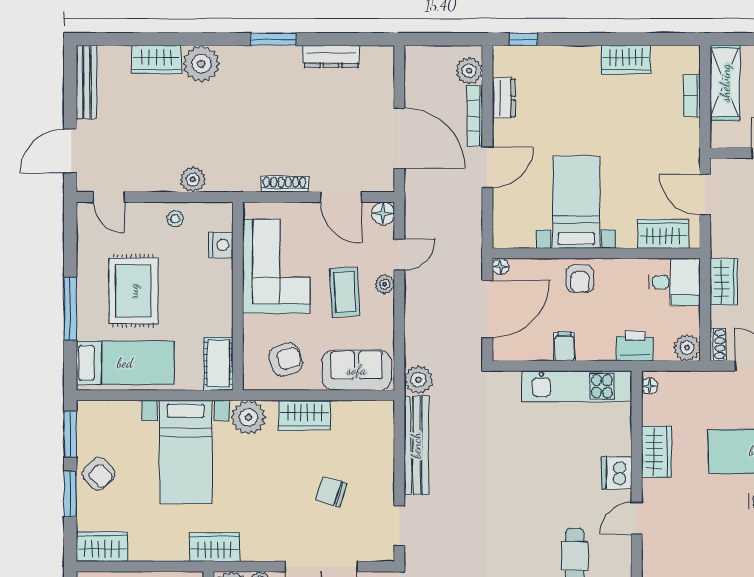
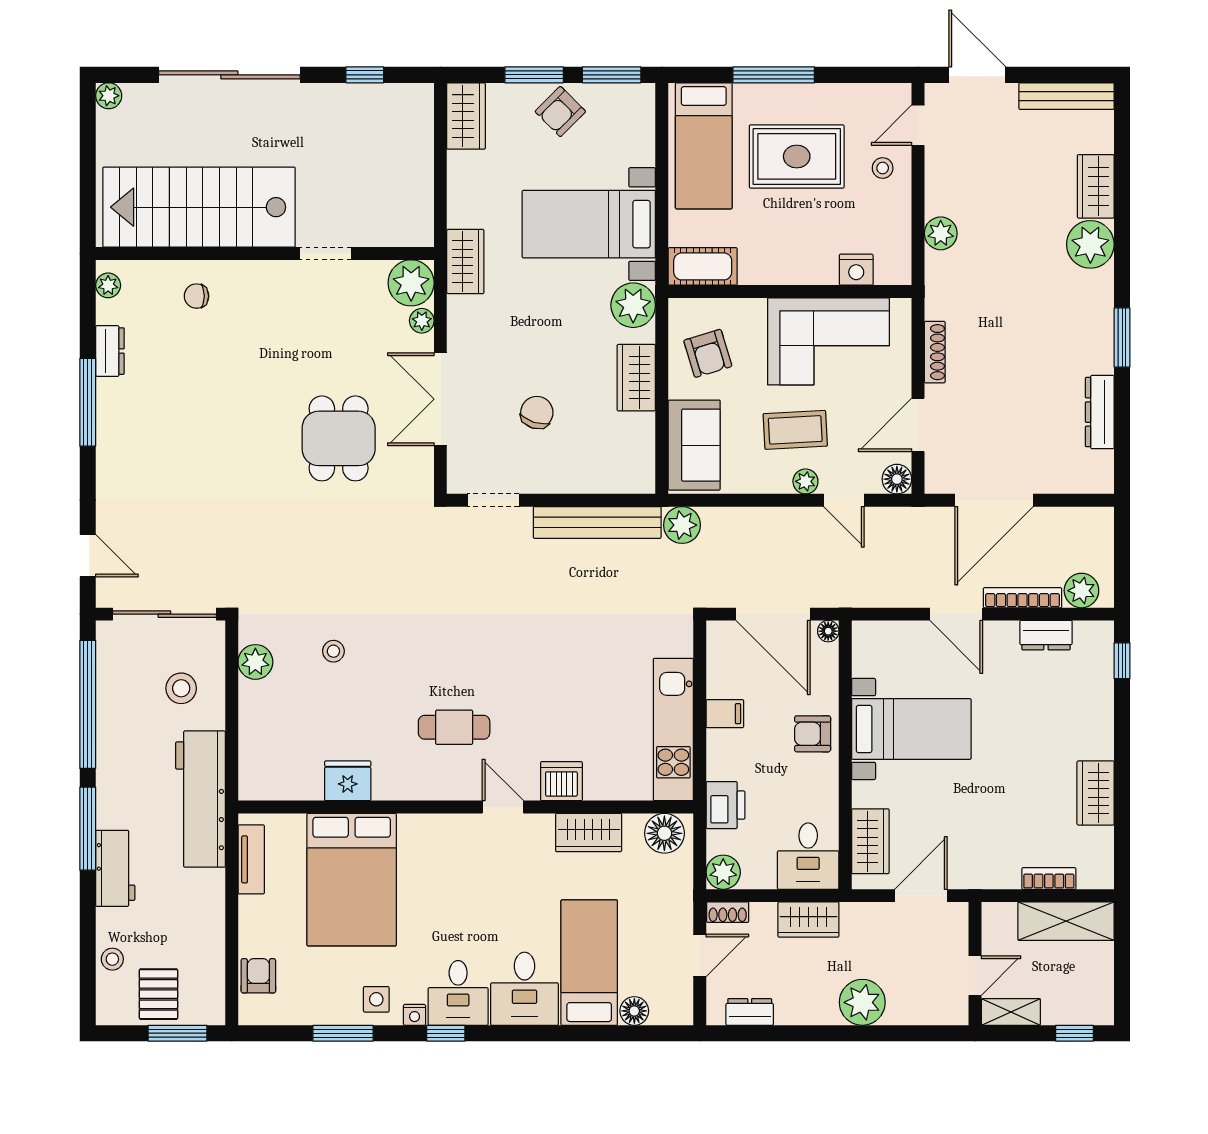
stool: (175, 219) -> (883, 168), moved
floor lamp: (650, 386) -> (664, 833), width x1.89, depth x1.89

